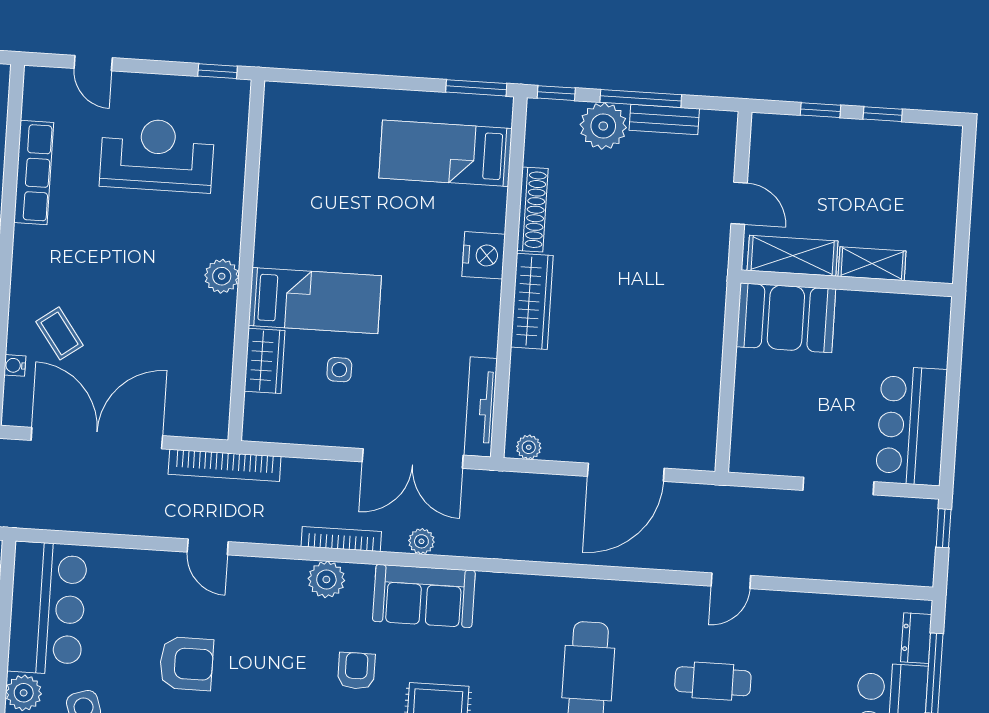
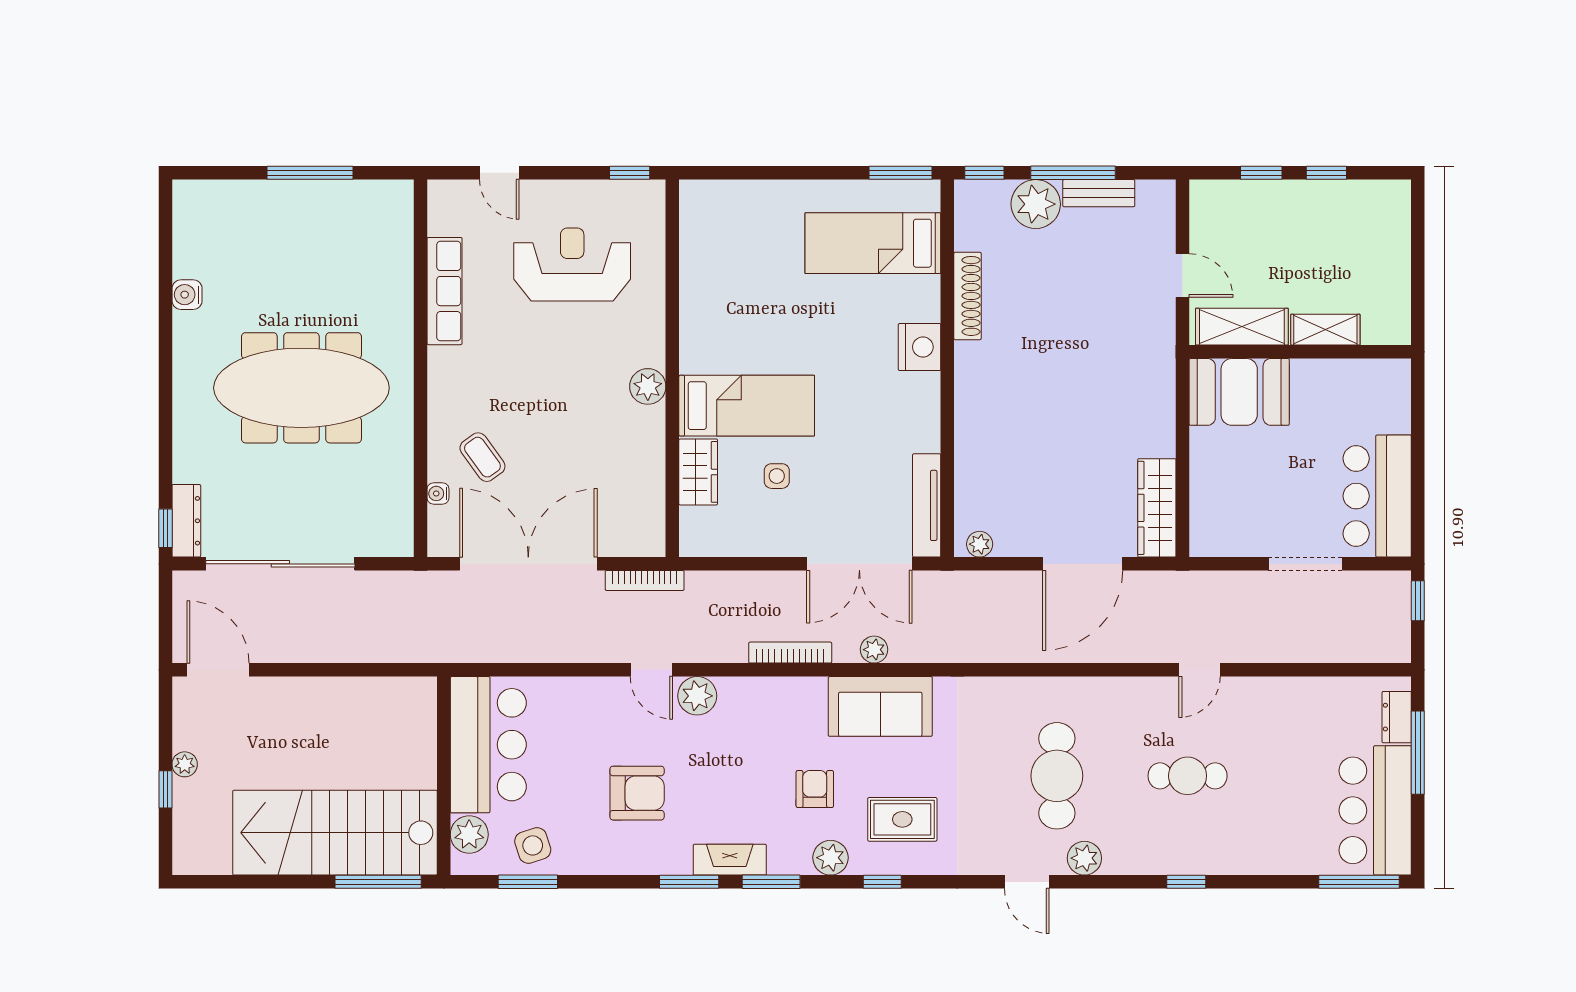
wardrobe: (532, 301) -> (1157, 508), moved, turned 180
bookcase: (225, 465) -> (645, 580), width x0.68, depth x0.76
plant: (326, 579) -> (697, 696), moved

